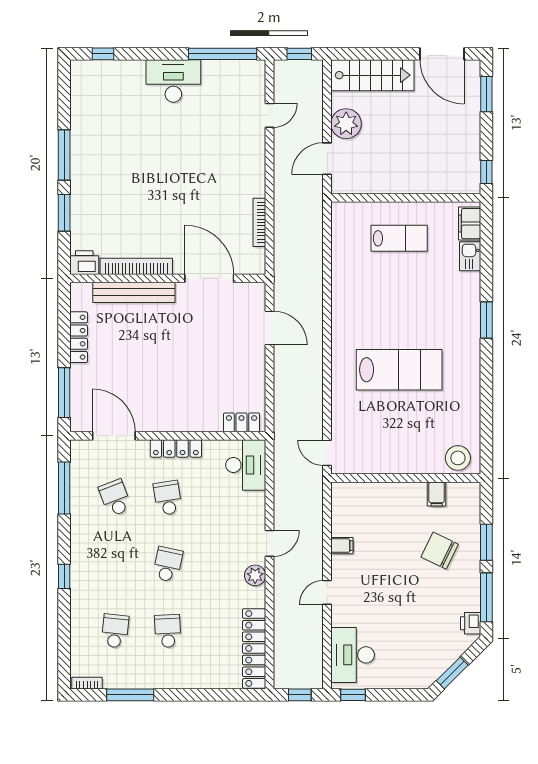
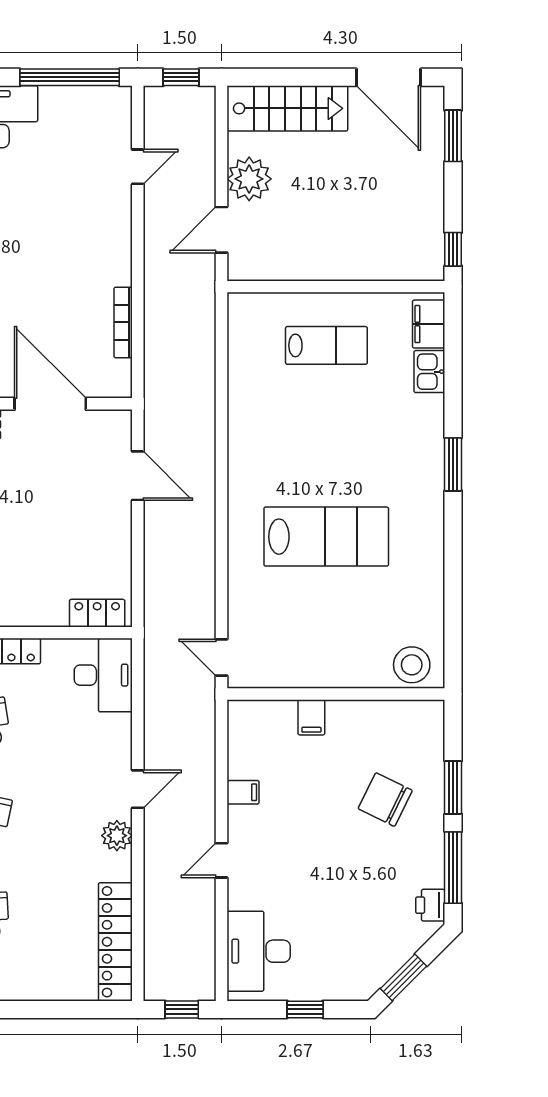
filing cabinet: (437, 494) -> (311, 717), moved
window: (353, 695) -> (305, 1009), moved

